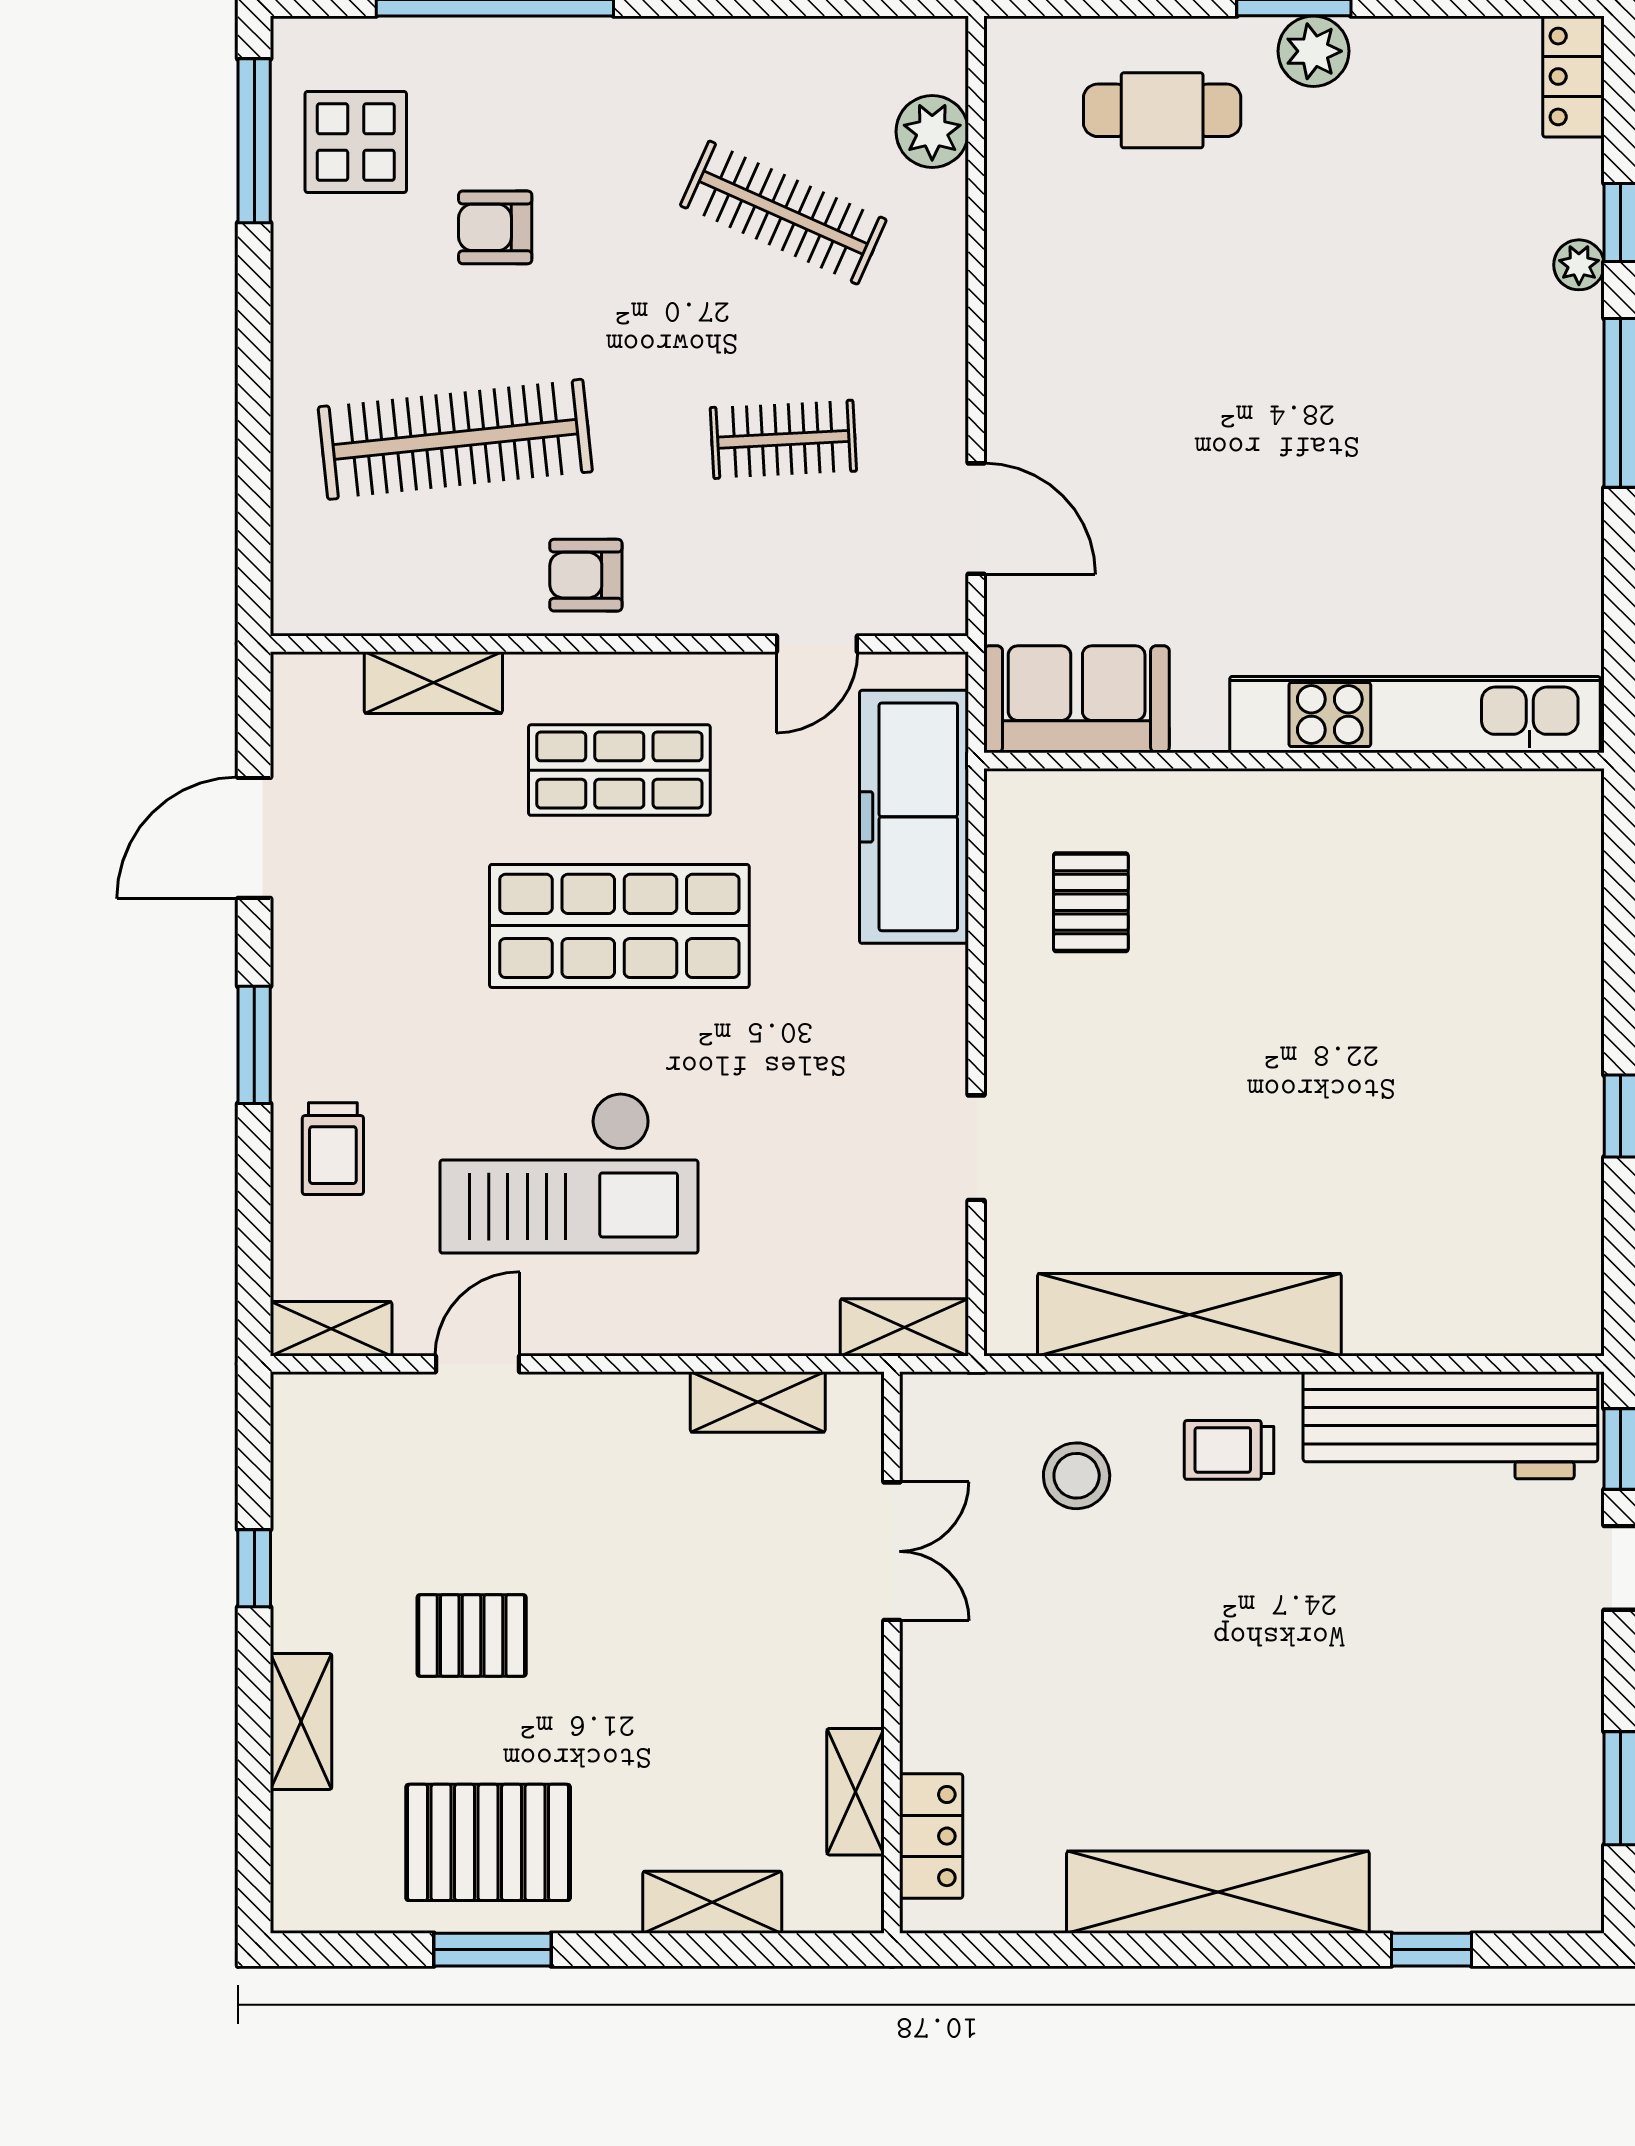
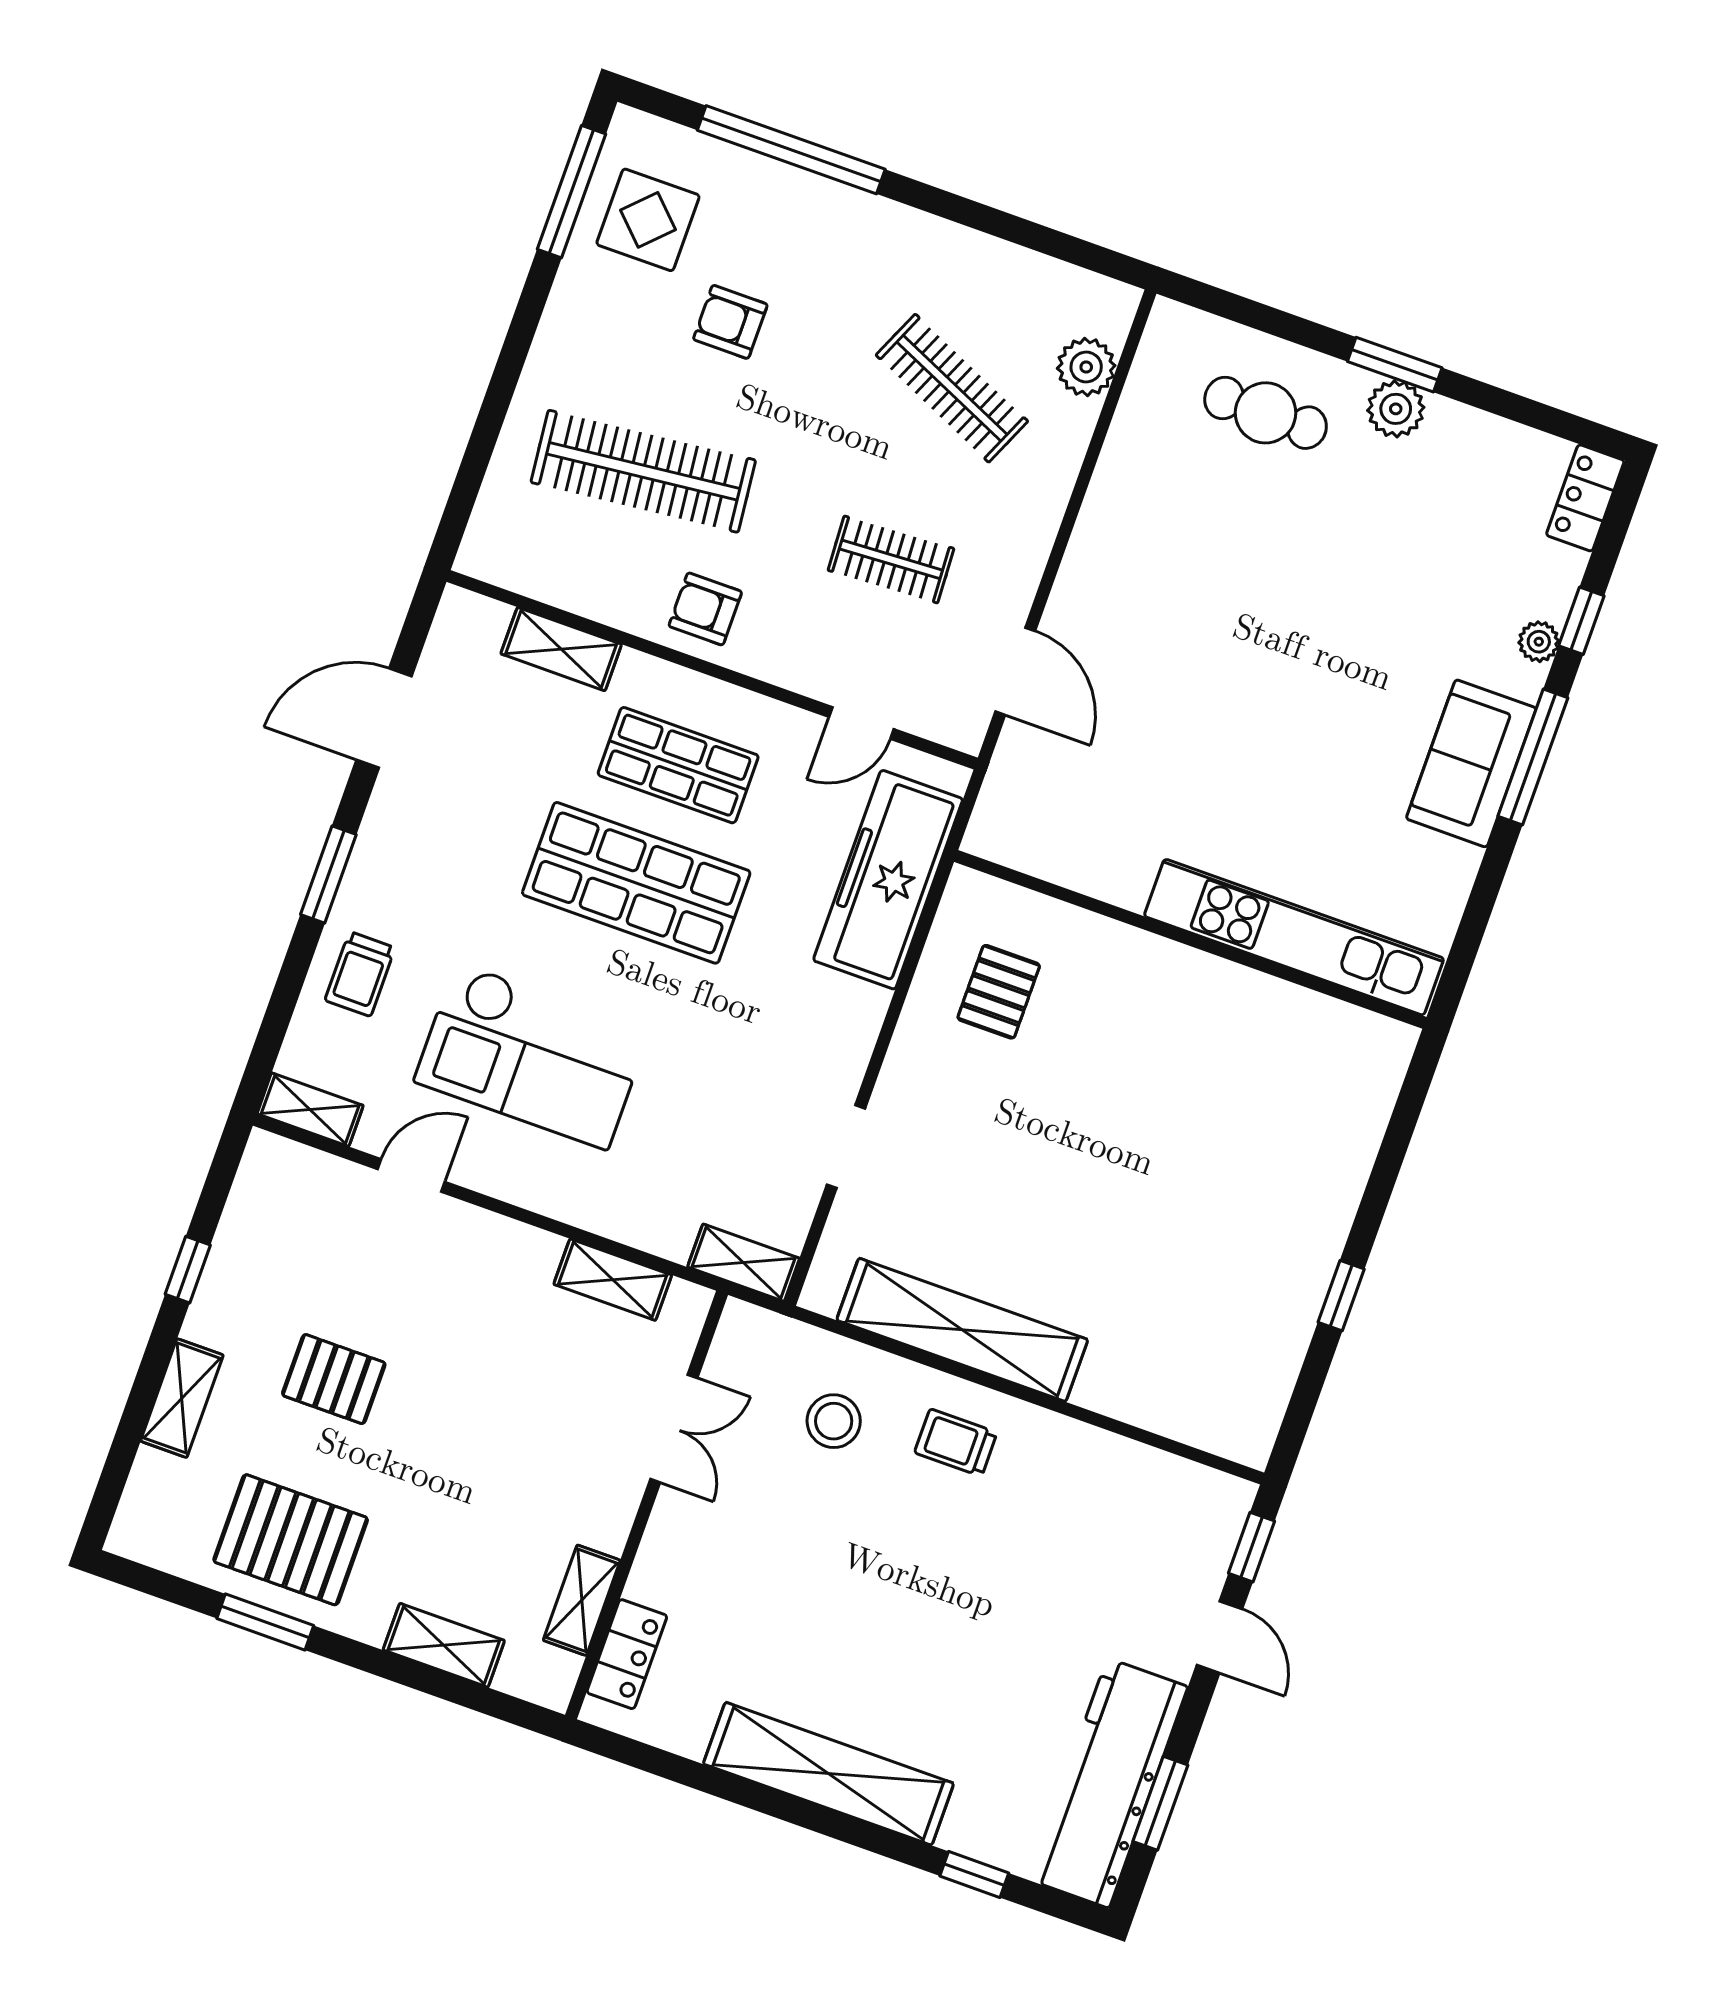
sofa: (1077, 699) -> (1471, 763), moved, turned -90
workbench: (1450, 1425) -> (1108, 1783), moved, turned 90

